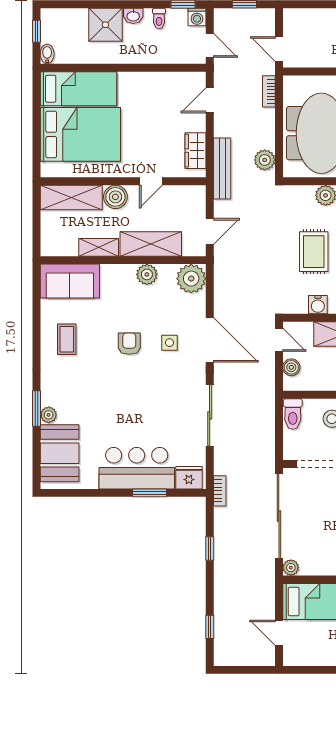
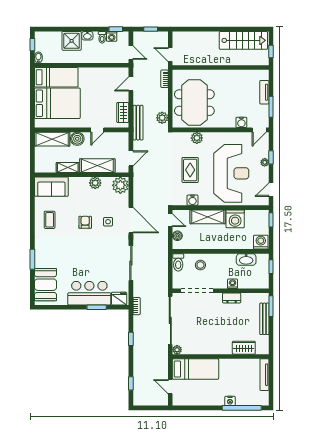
washing machine: (197, 17) -> (112, 36), moved
plant: (49, 415) -> (39, 263), removed

